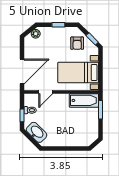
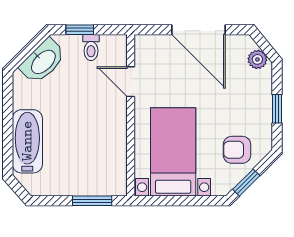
door: (22, 71) -> (199, 30), moved
bathtub: (84, 100) -> (27, 141), moved, turned 180

